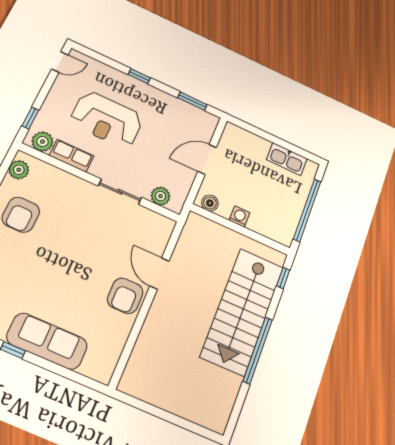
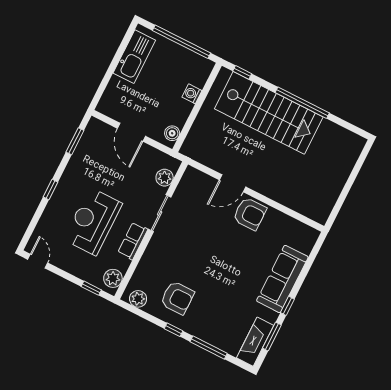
reception desk: (107, 120) -> (93, 222), turned 180
row of seats: (72, 156) -> (133, 241), moved
kitchen sink: (287, 159) -> (134, 57), width x1.36, depth x1.24
washing machine: (239, 216) -> (192, 94), moved

